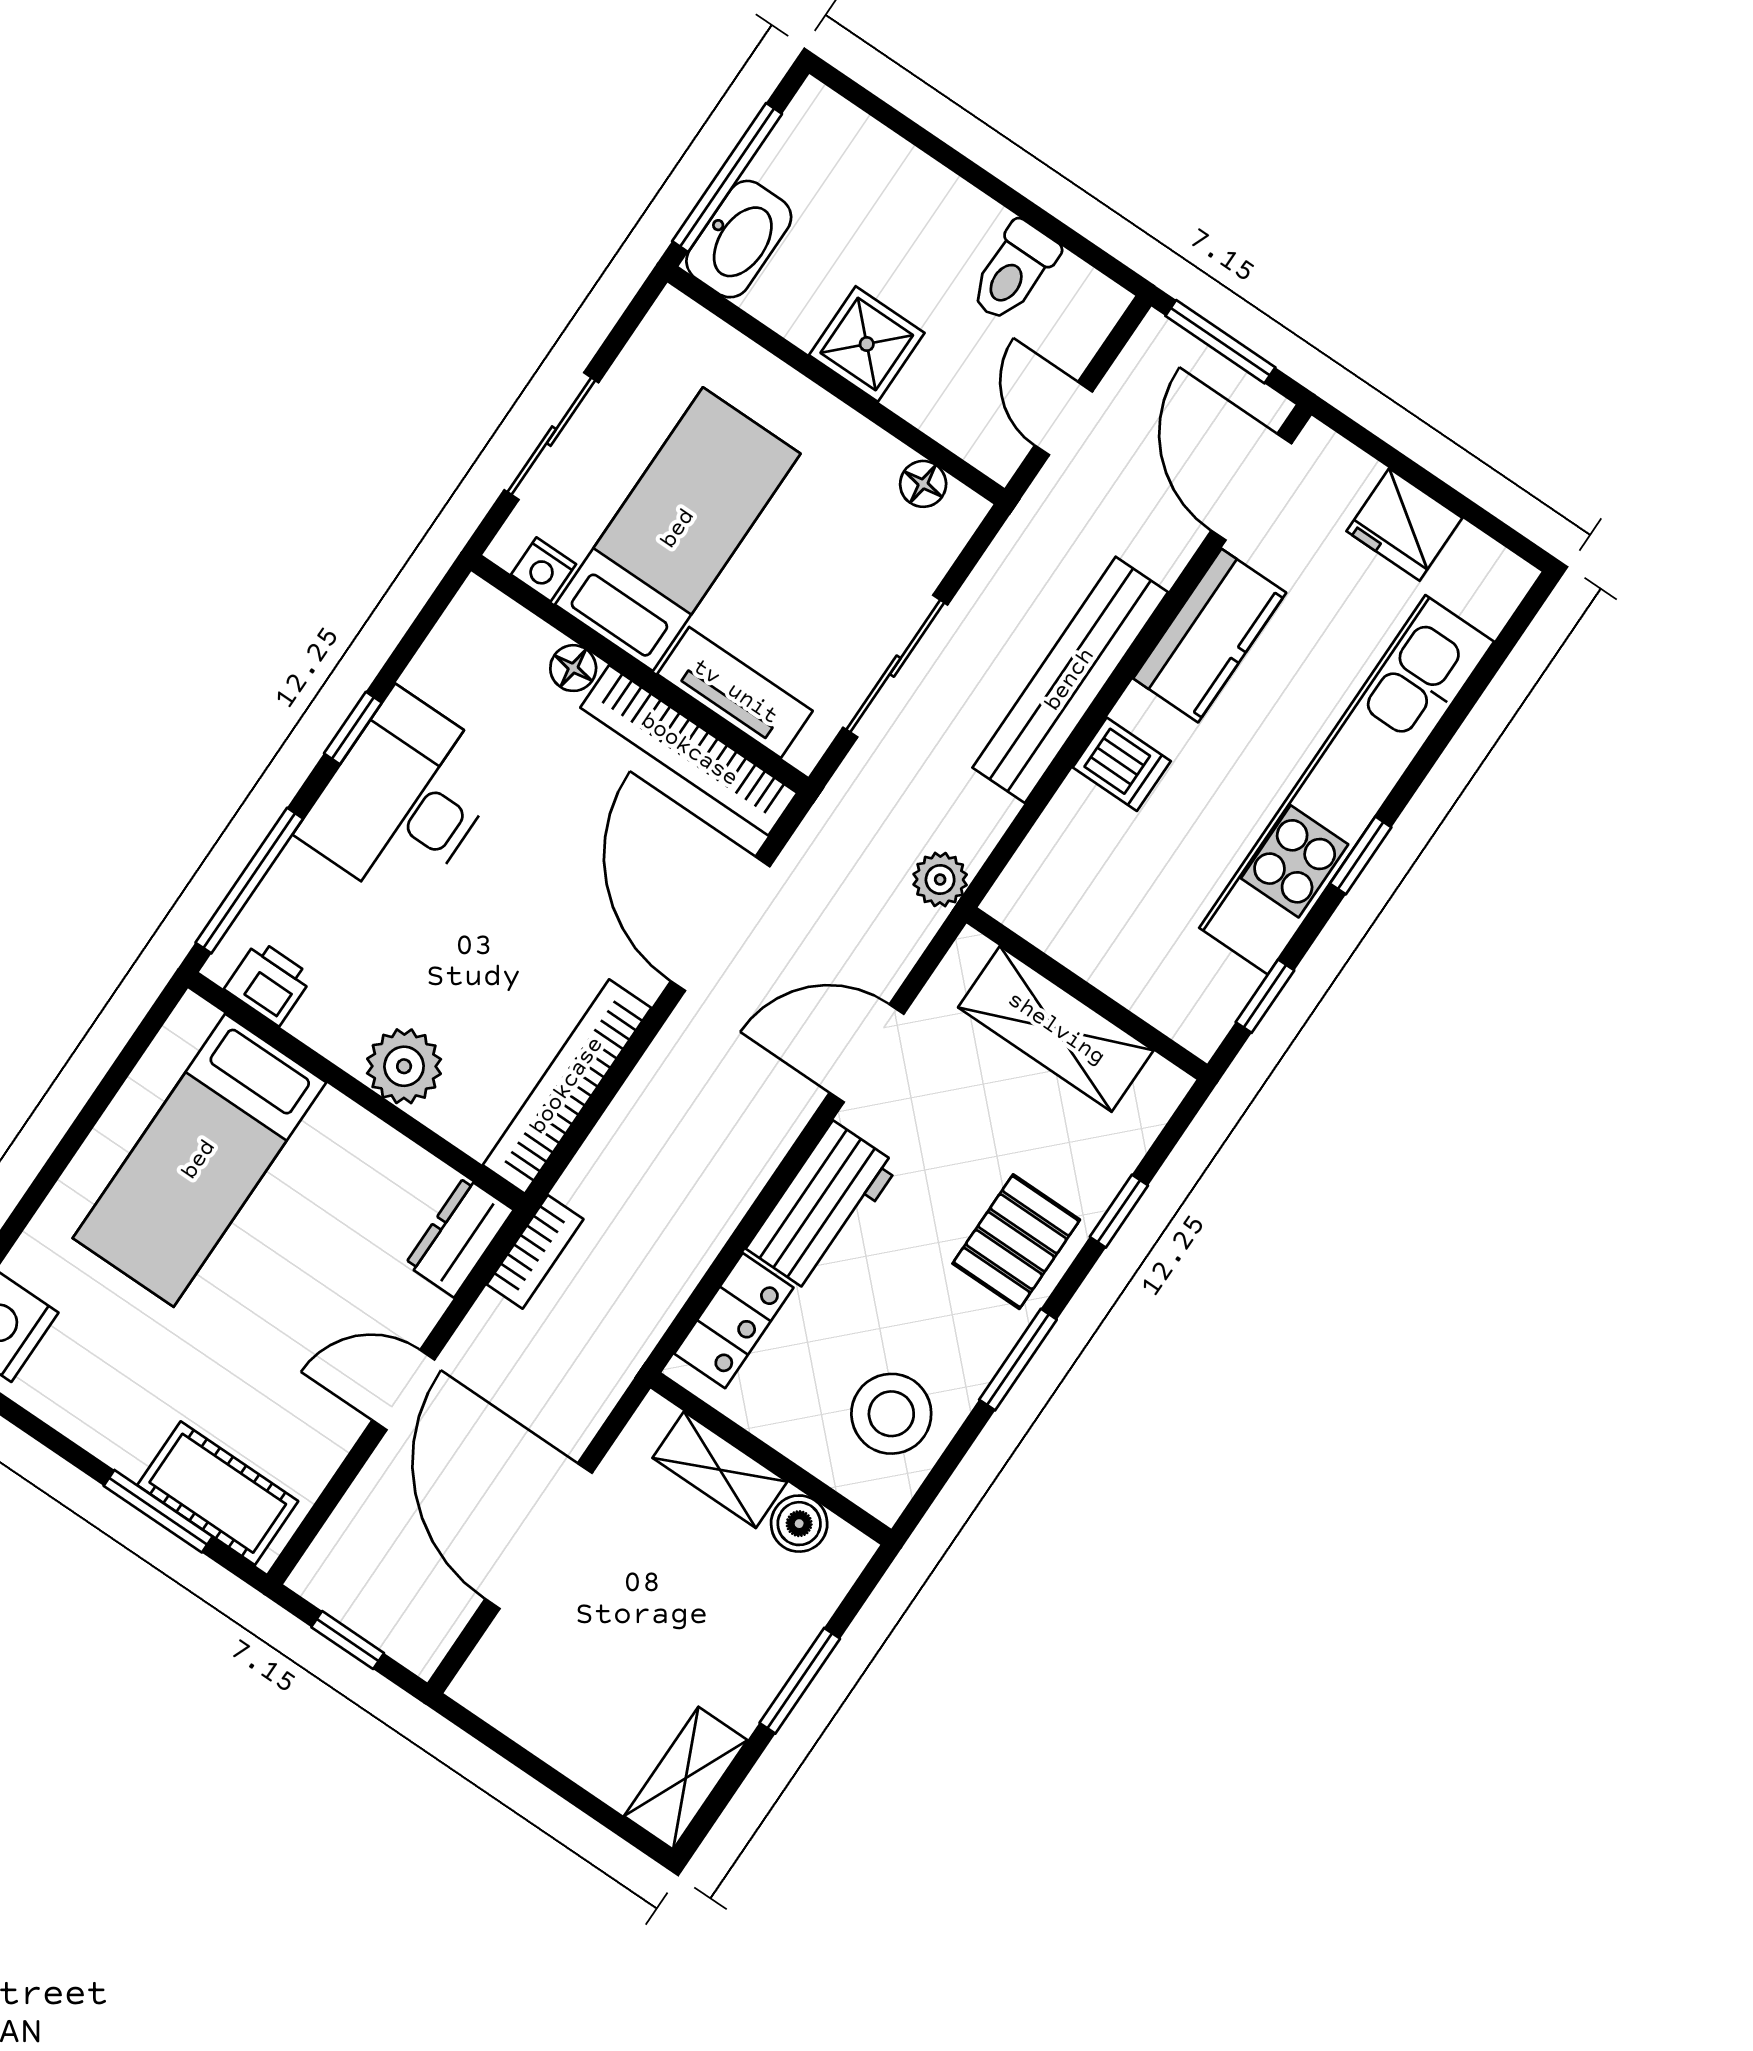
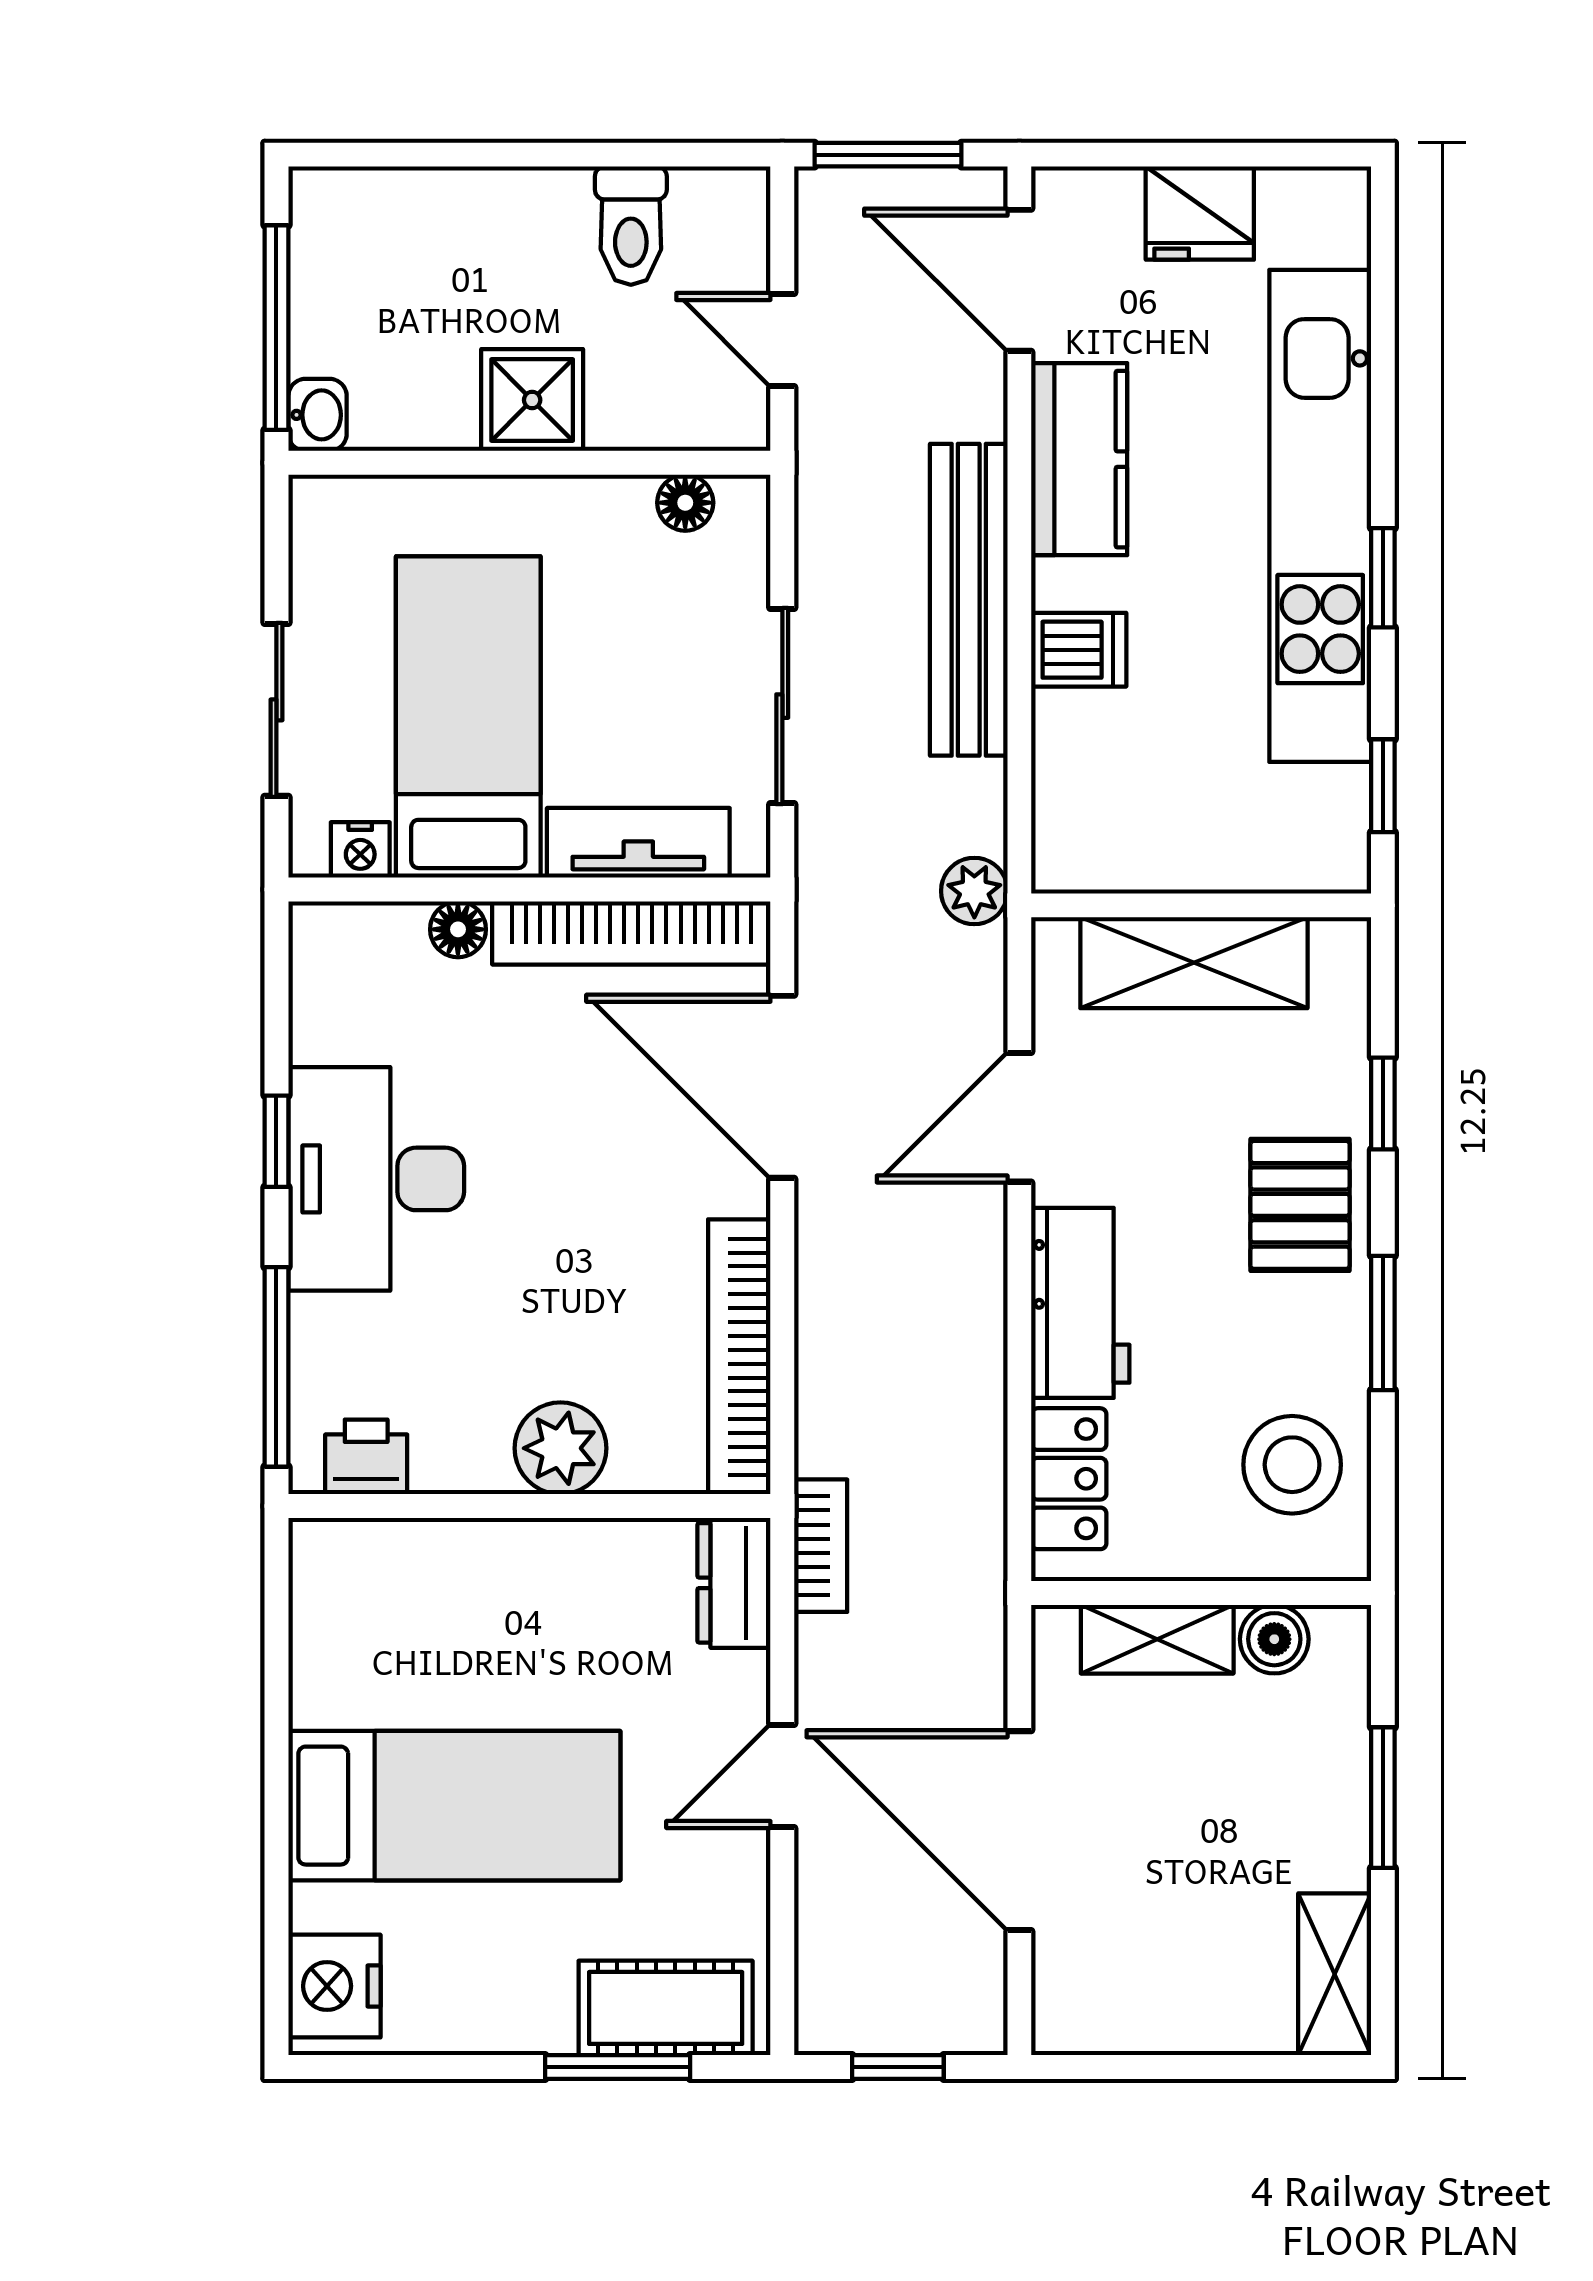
washbasin: (739, 239) -> (318, 415), width x0.52, depth x0.69
bed: (199, 1160) -> (454, 1806), moved, turned -90

